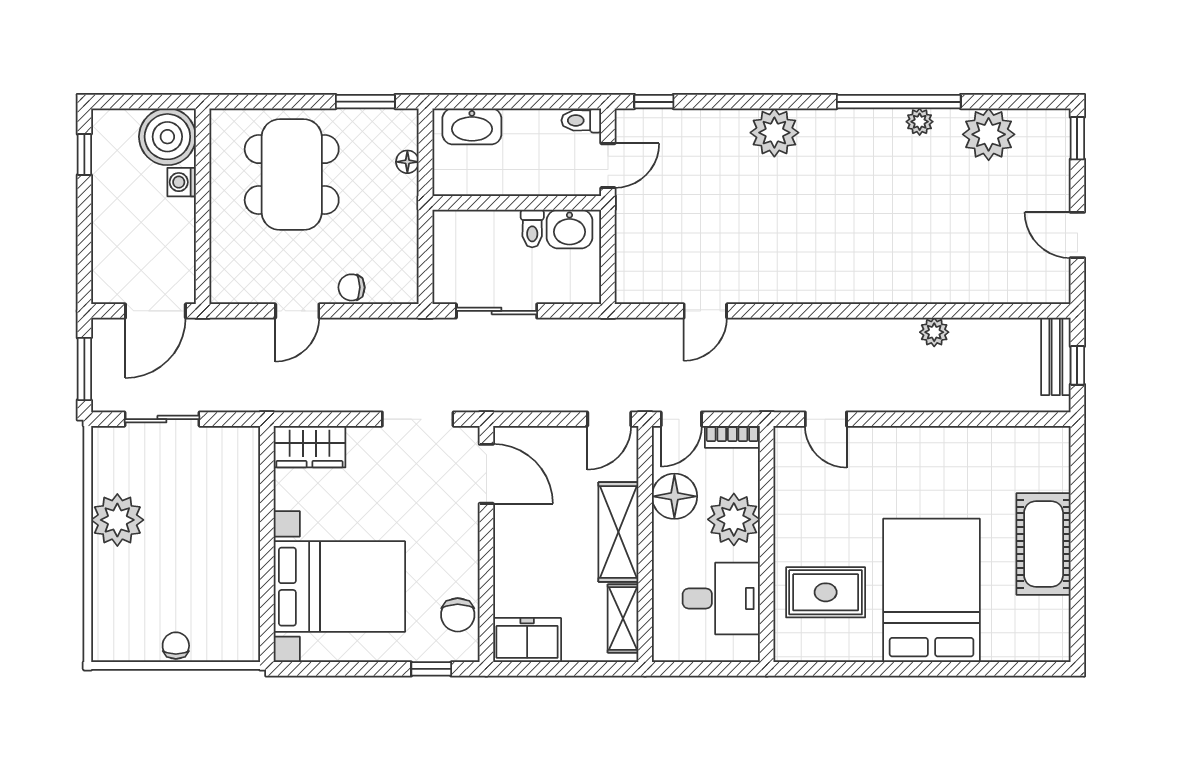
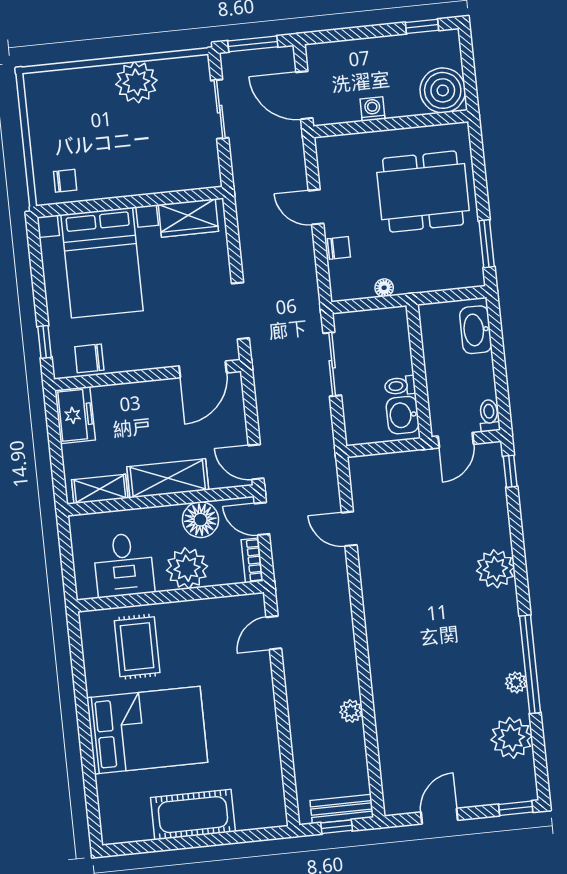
floor lamp: (407, 162) -> (384, 288), moved
door: (608, 166) -> (456, 440), hinge flipped
washing machine: (182, 182) -> (372, 109), moved
chair: (352, 287) -> (339, 248), turned 90
wardrobe: (309, 447) -> (188, 218), moved, turned -90
chair: (176, 646) -> (65, 181), moved

